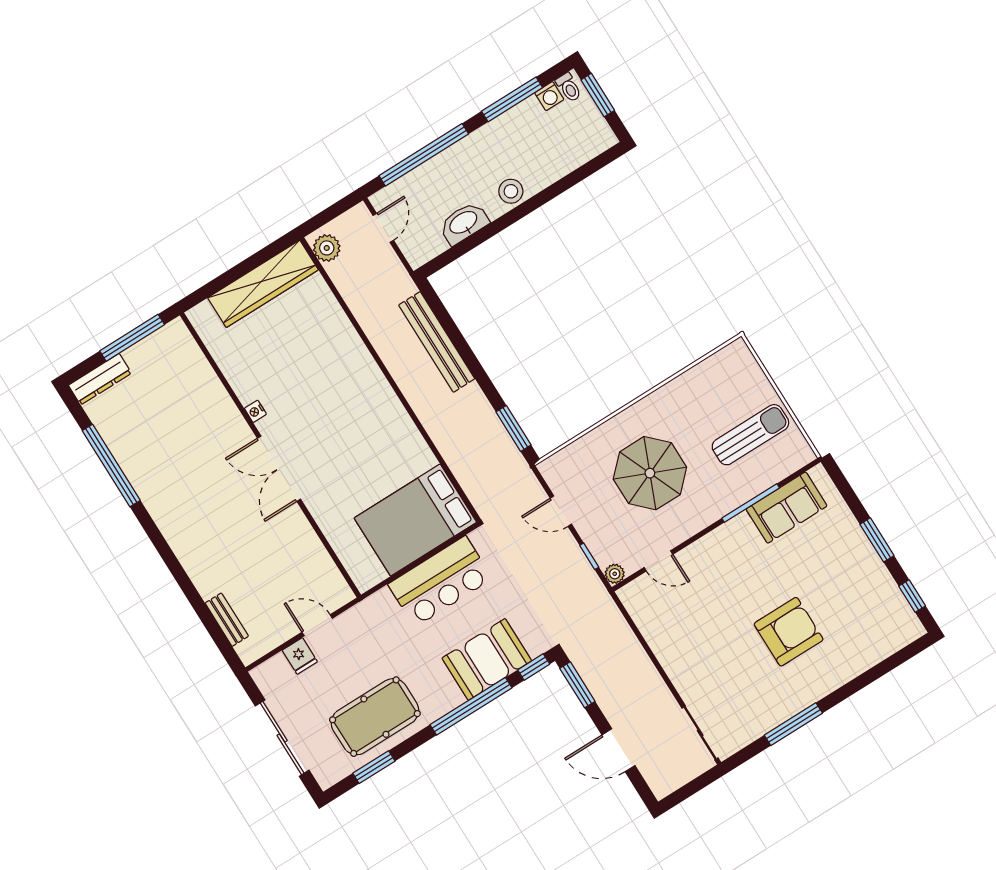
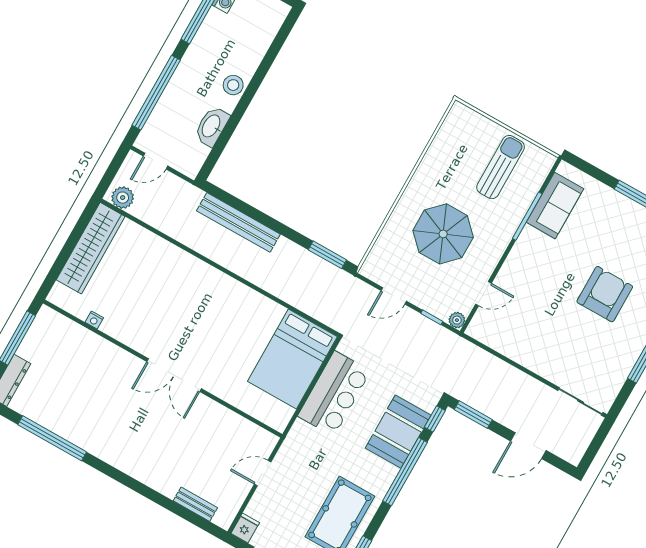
door: (383, 228) -> (155, 161), swing flipped
nightstand: (255, 411) -> (94, 320), moved
fridge: (300, 656) -> (245, 528), moved, turned -90

